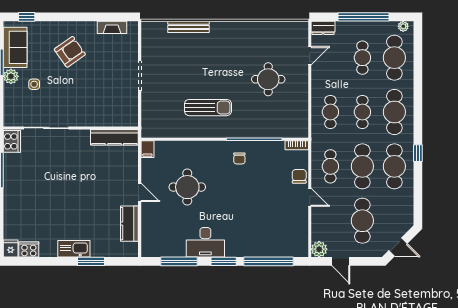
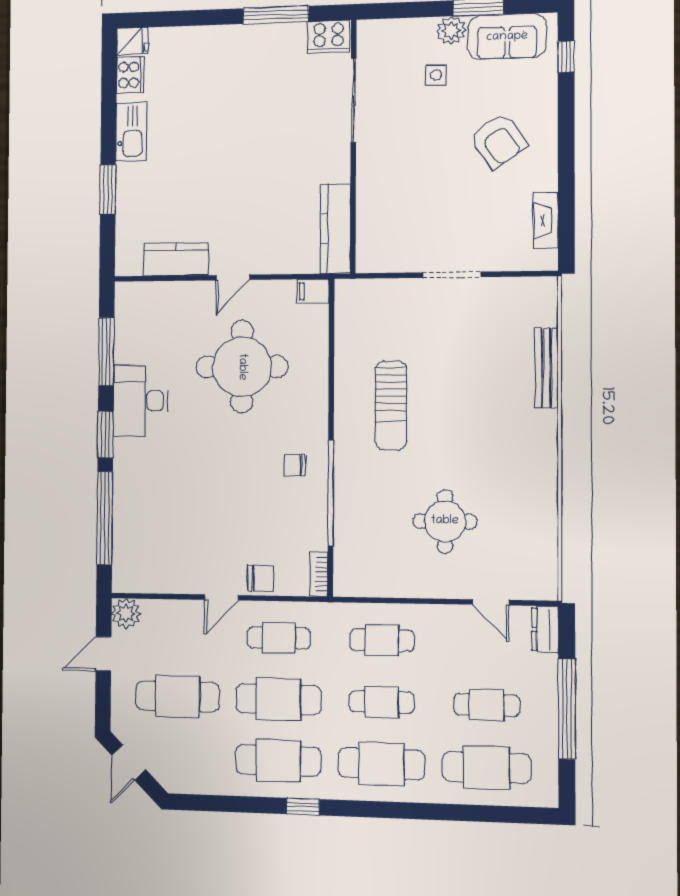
plant: (403, 26) -> (548, 787), removed
round table: (187, 187) -> (242, 367), width x1.36, depth x1.36
kitchen sink: (74, 249) -> (131, 132), moved

